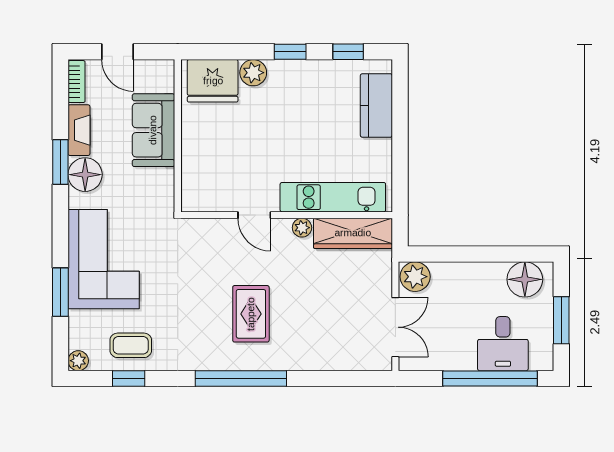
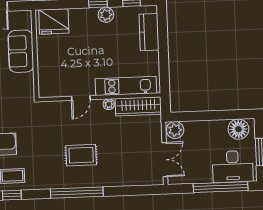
plant: (253, 73) -> (106, 15), moved
door: (254, 215) -> (81, 98), hinge flipped
rug: (251, 314) -> (81, 155), turned 90
desk: (503, 344) -> (233, 167), width x1.37

